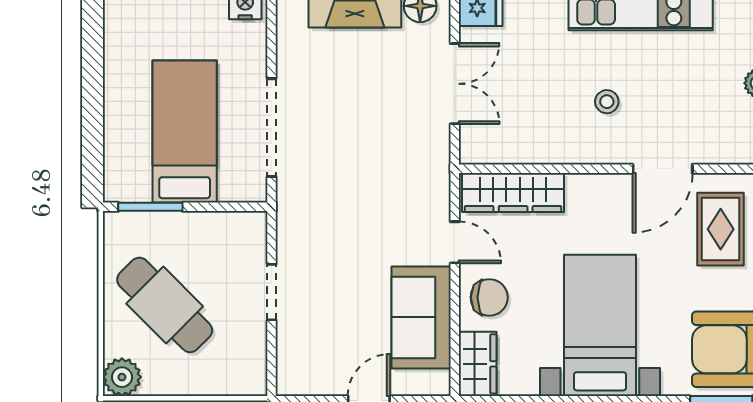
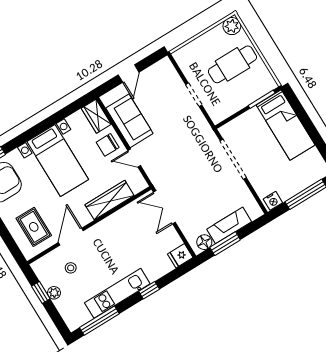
double door: (455, 84) -> (164, 207), moved
stool: (607, 102) -> (71, 268), moved
bed: (185, 132) -> (286, 125), moved
wardrobe: (513, 193) -> (110, 200), moved
cafe table: (165, 305) -> (232, 64), turned -45

